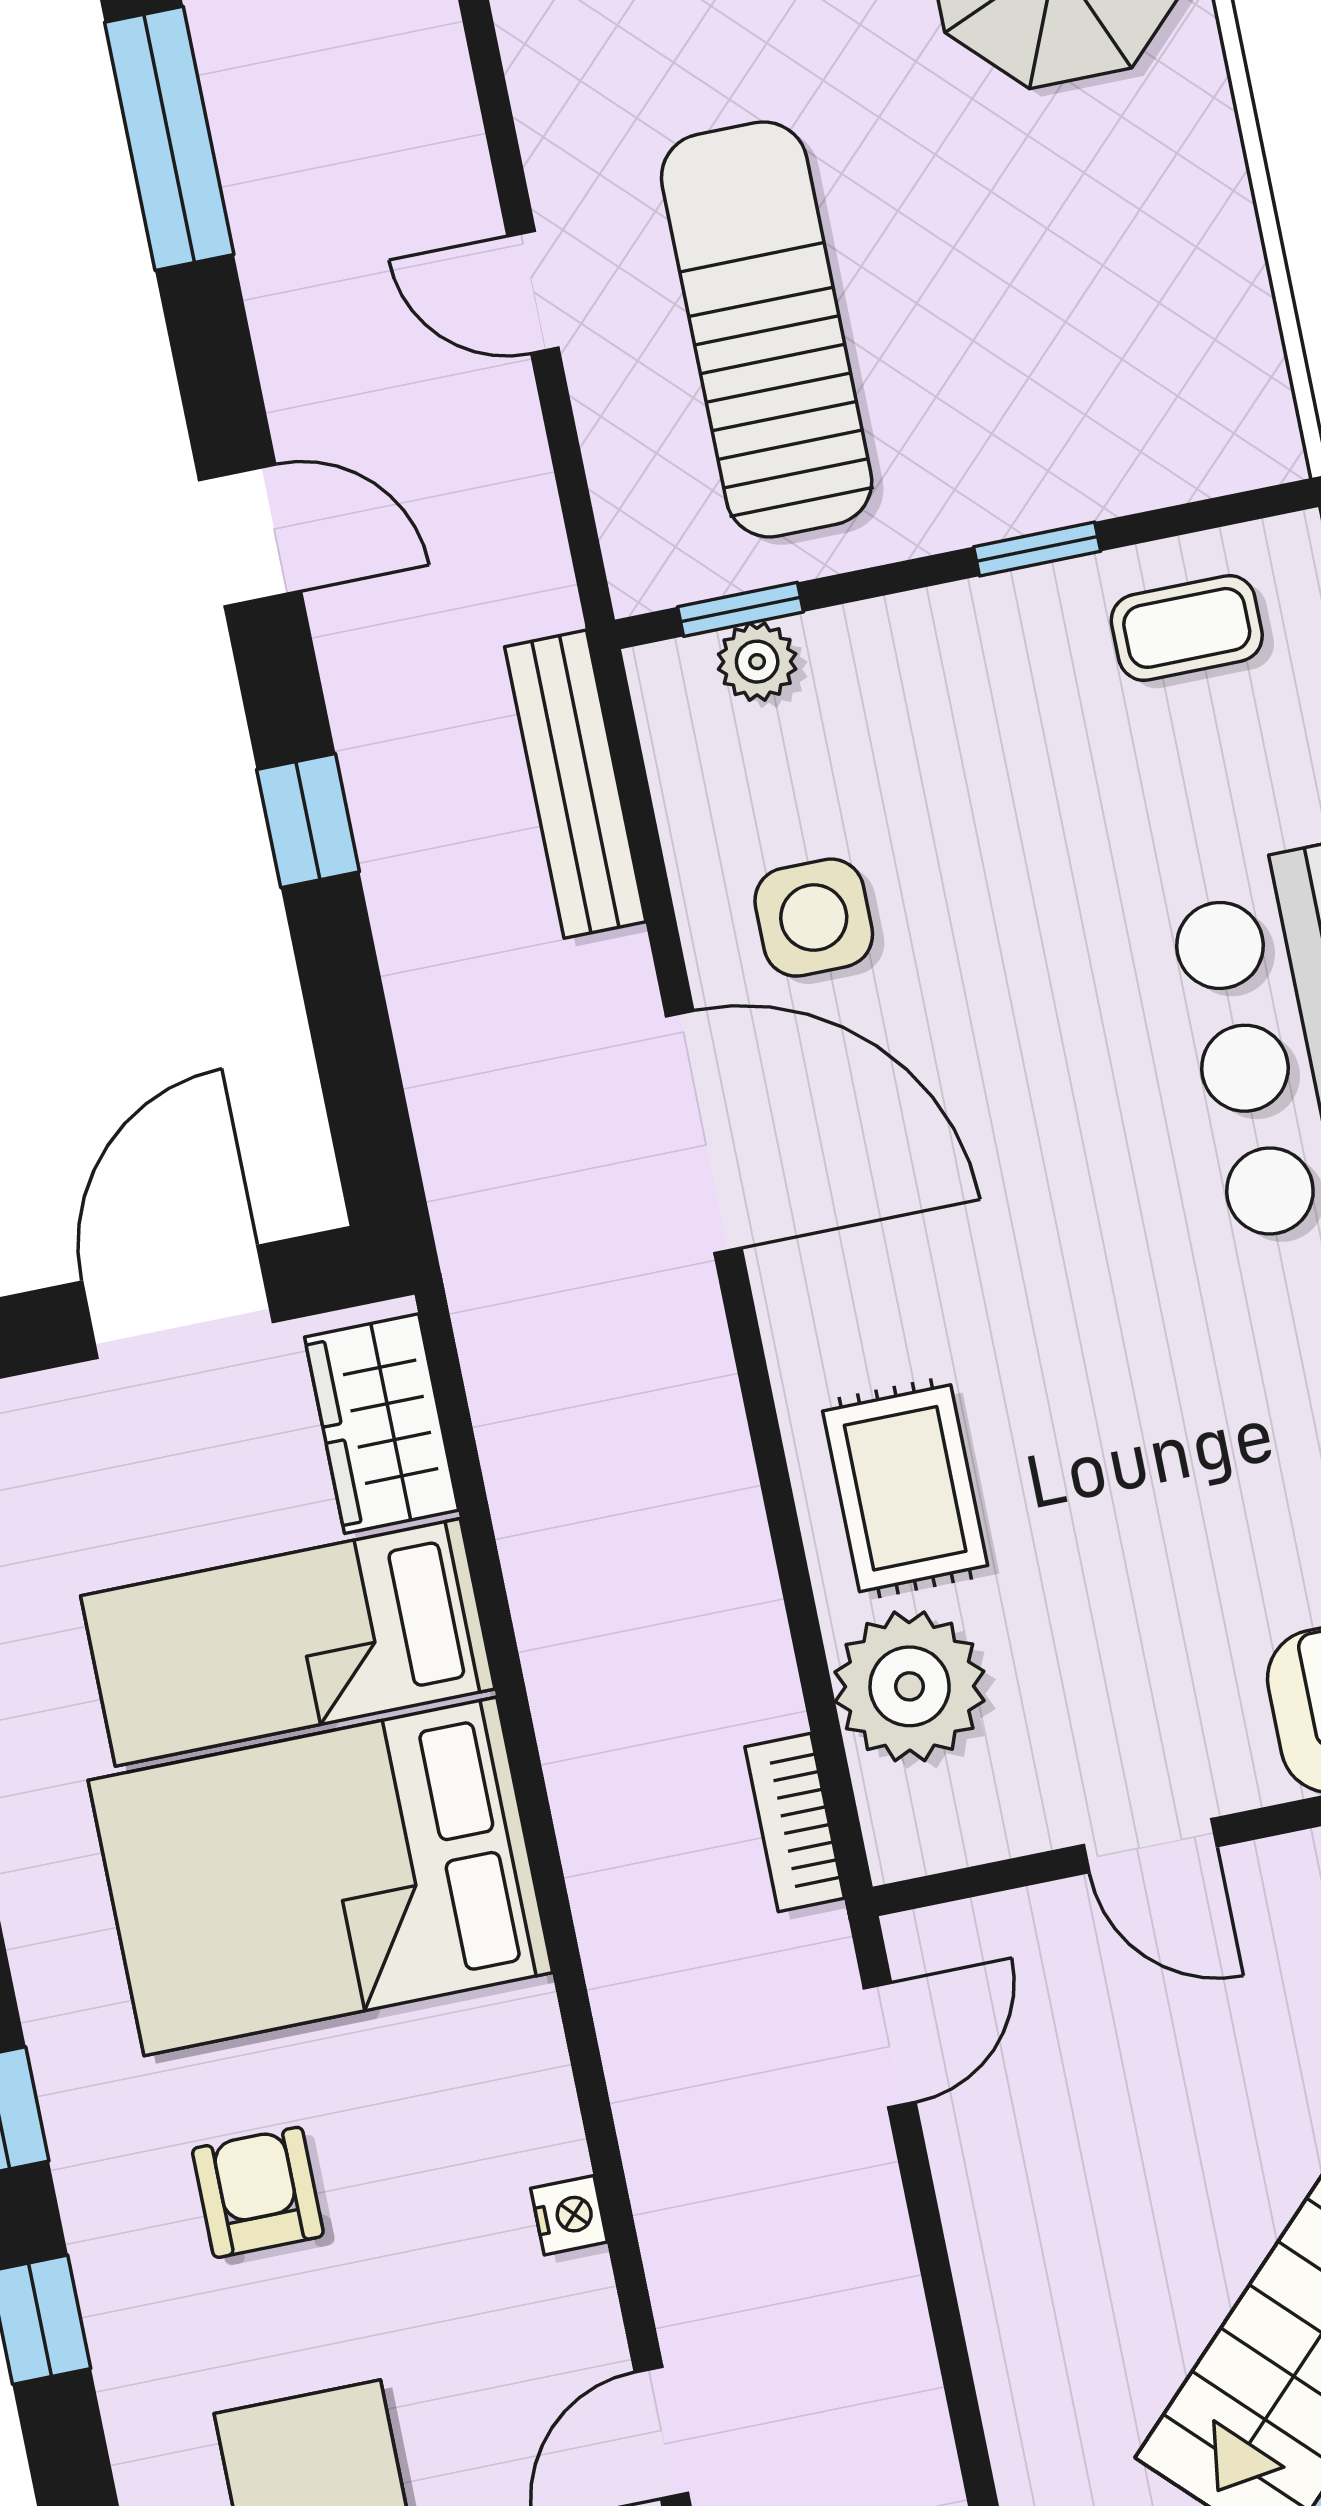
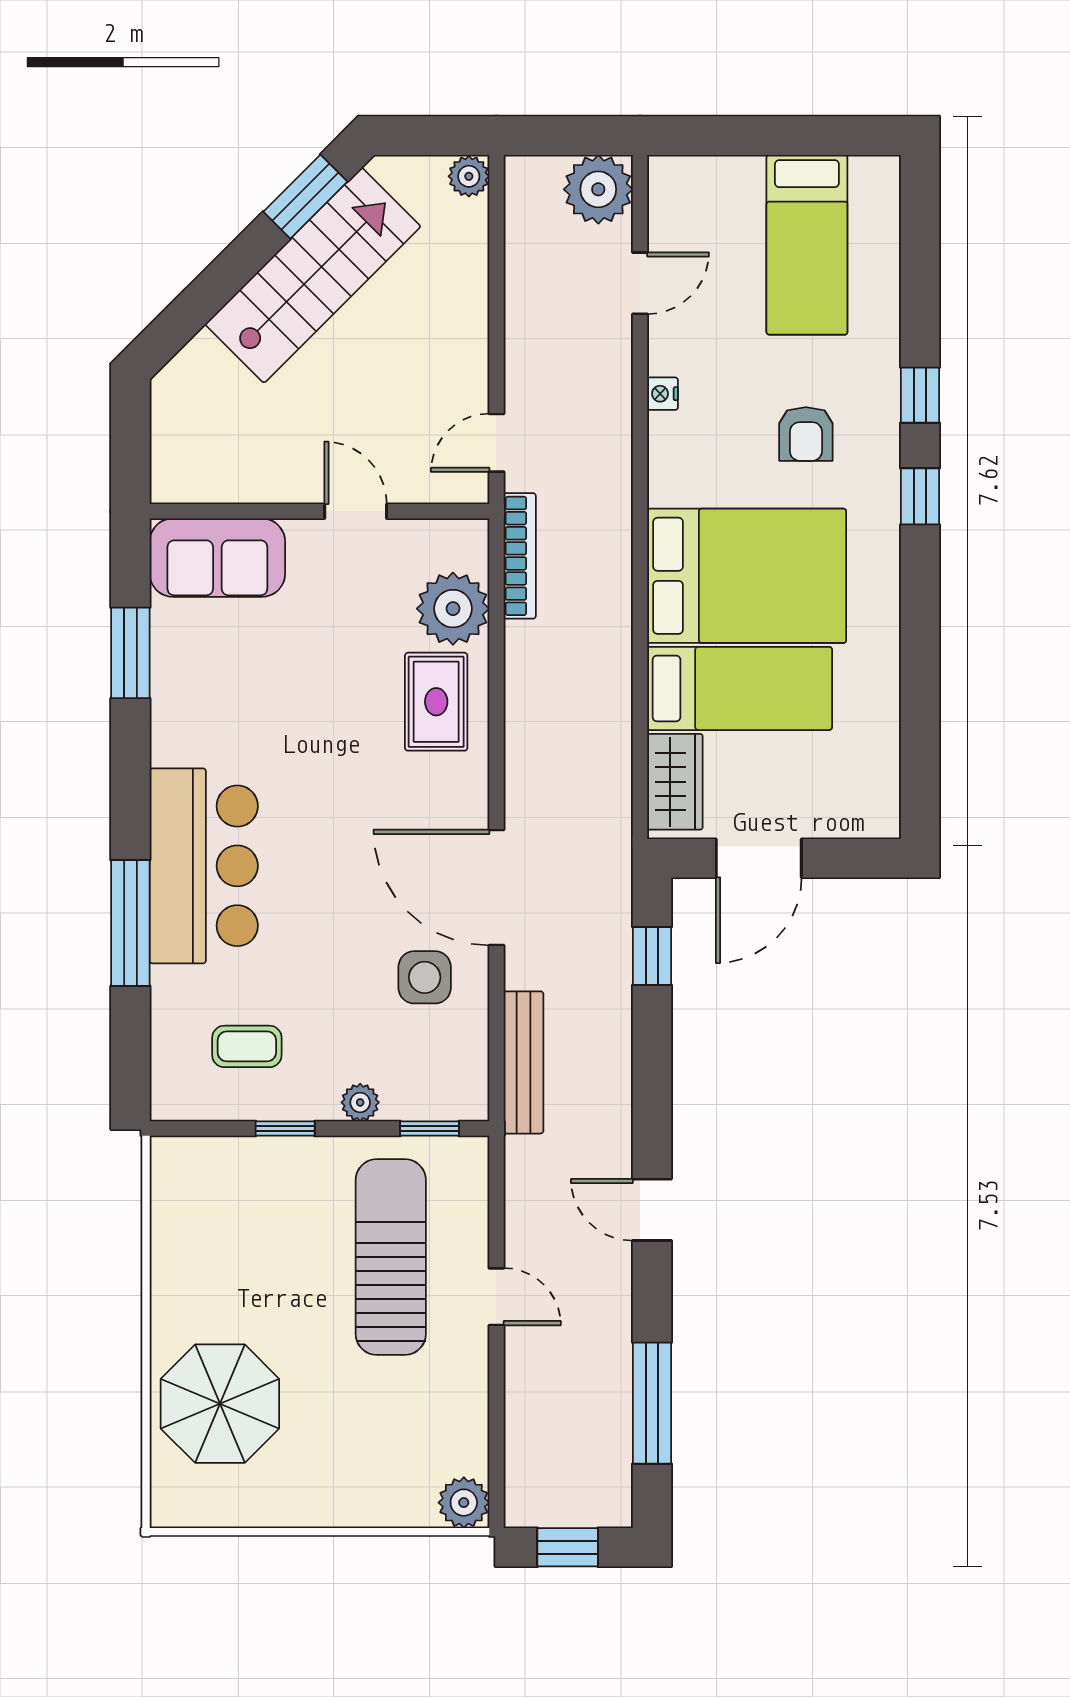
sun lounger: (767, 329) -> (391, 1257), turned 180
coffee table: (1187, 628) -> (247, 1046), moved
plant: (757, 662) -> (360, 1102), moved
window: (308, 821) -> (652, 956), moved
bookcase: (795, 1823) -> (520, 556), width x1.56

